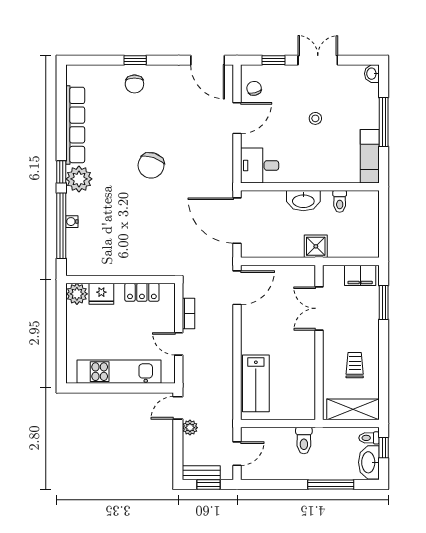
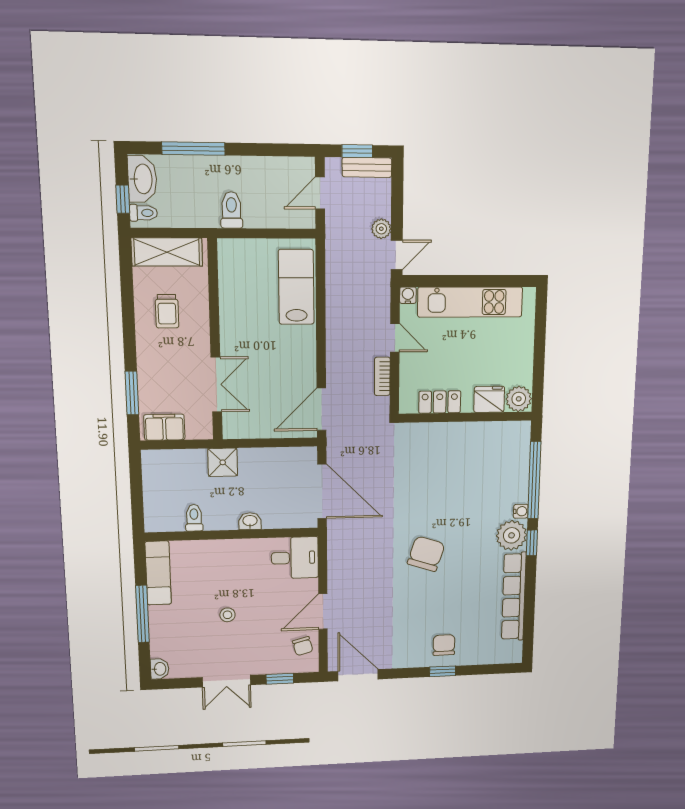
washbasin: (303, 201) -> (250, 521), width x0.52, depth x0.69
water cooler: (72, 222) -> (521, 511), moved
water cooler: (169, 377) -> (408, 295), added

